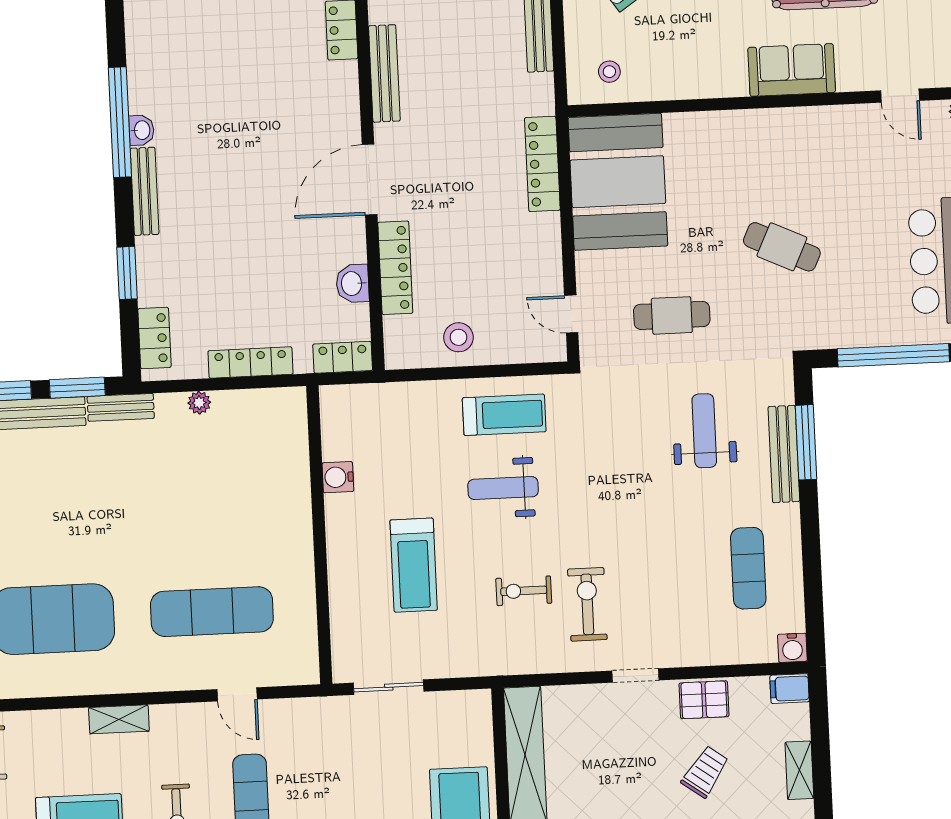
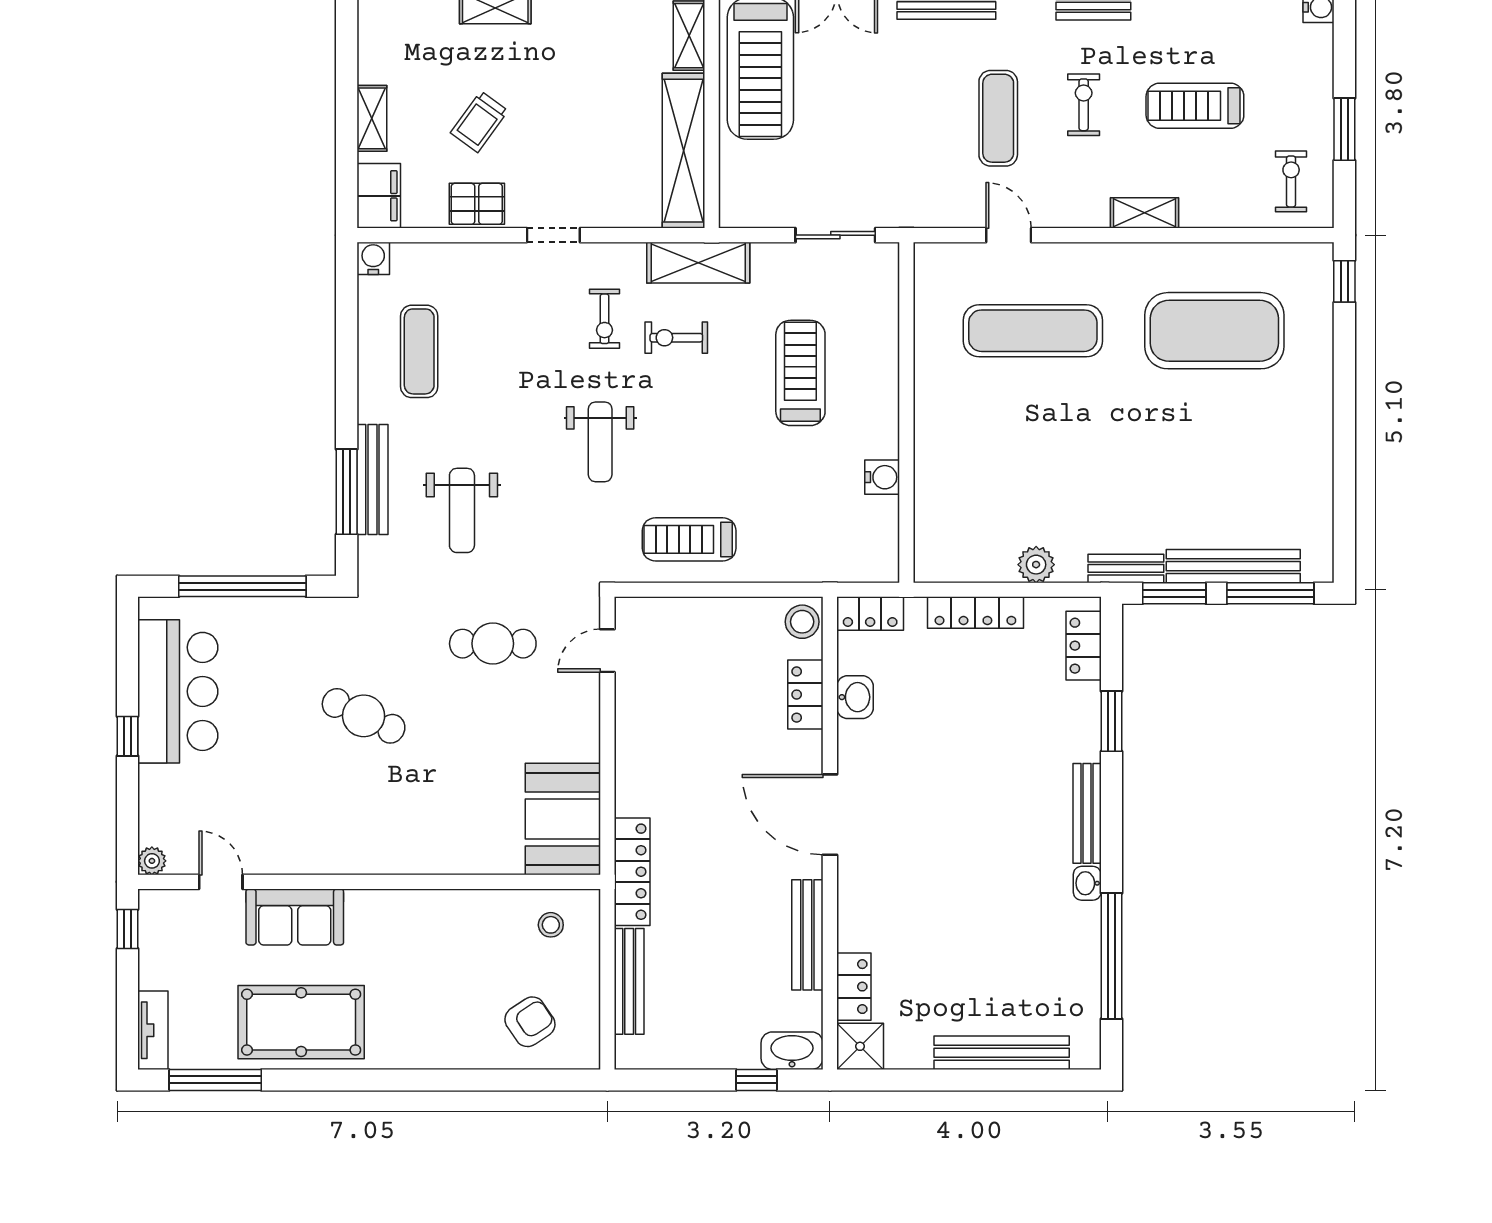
sofa: (792, 70) -> (295, 917), moved
window: (120, 122) -> (1111, 956), moved
locker: (542, 164) -> (632, 872), moved
door: (370, 180) -> (830, 815), swing flipped
booth: (618, 182) -> (563, 819), width x0.73, depth x0.70
locker: (395, 268) -> (805, 695), width x0.66
door: (571, 314) -> (607, 651), swing flipped
stool: (458, 337) -> (802, 622), moved
plant: (199, 403) -> (1036, 565), width x1.38, depth x1.38
weight bench: (503, 488) -> (600, 442), moved, turned 90
exercise bike: (524, 591) -> (676, 338), turned 180
exercise bike: (587, 604) -> (605, 319), width x0.73, depth x0.72
shelving: (508, 657) -> (698, 263), added
filing cabinet: (790, 689) -> (379, 196), width x2.00

